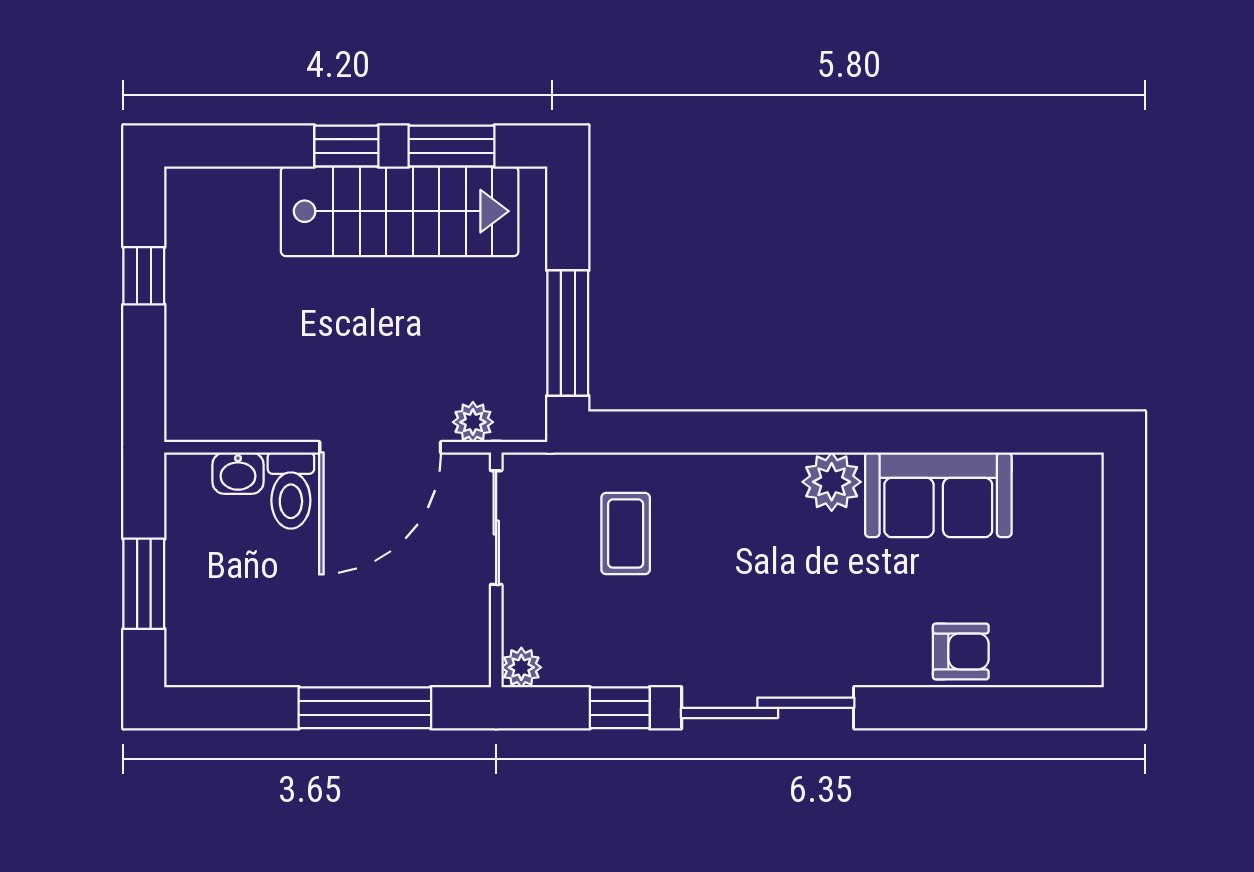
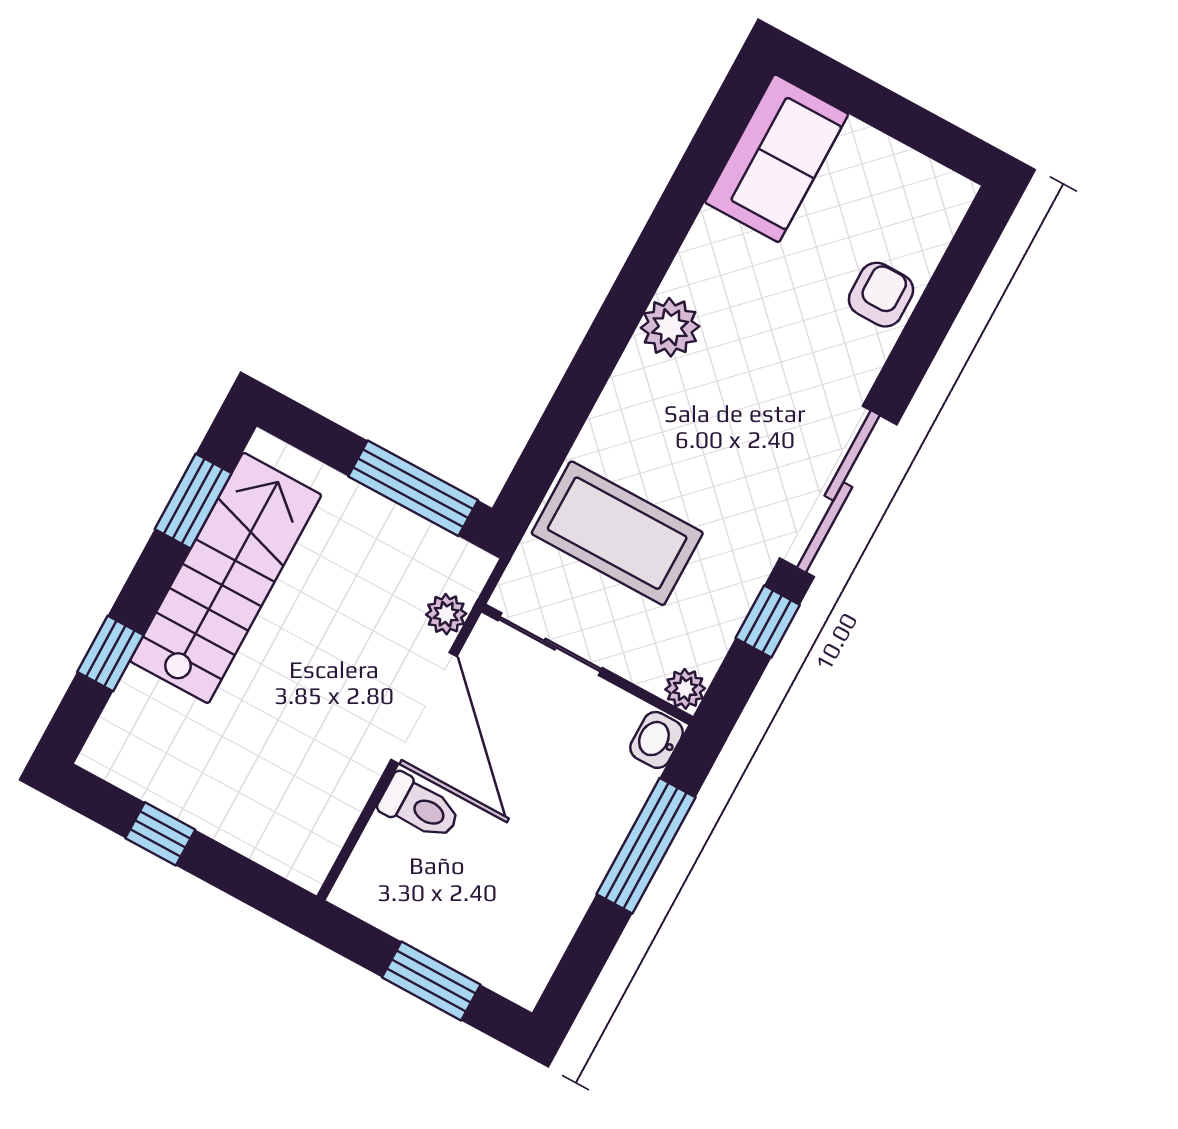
window: (346, 146) -> (110, 653), moved
washbasin: (238, 473) -> (656, 740), moved, turned 180
sofa: (938, 495) -> (777, 158), moved
coffee table: (626, 534) -> (617, 533), width x1.86, depth x1.72

